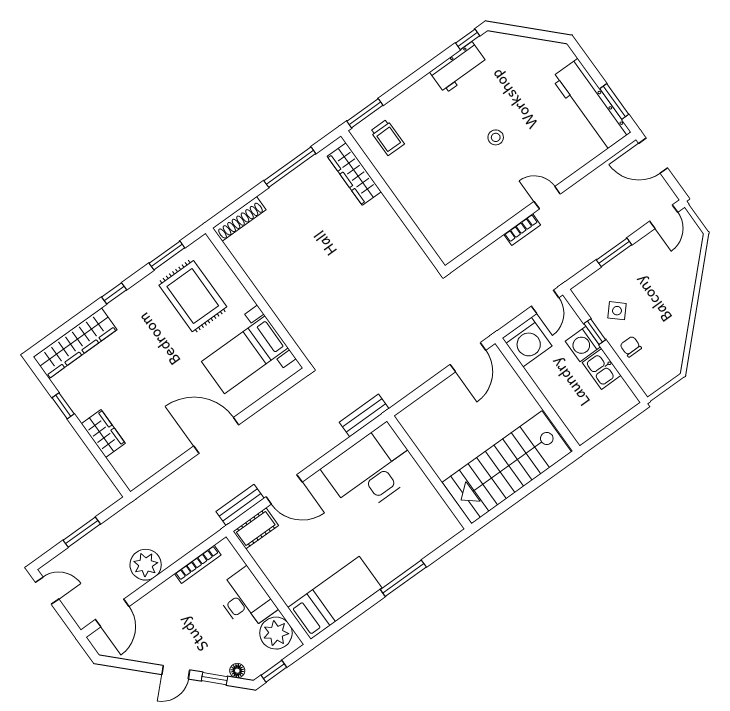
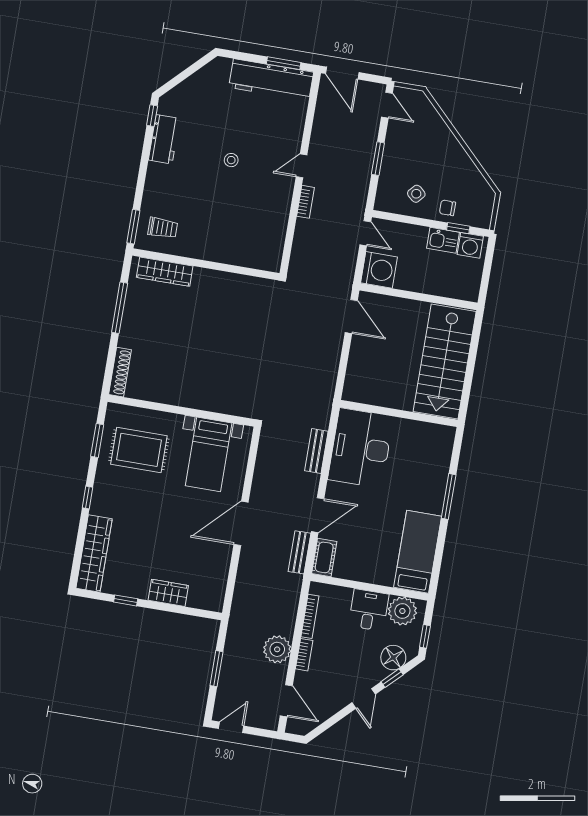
door: (653, 156) -> (342, 73), hinge flipped
window: (595, 332) -> (458, 228), moved
washing machine: (583, 344) -> (470, 245), moved
bench: (364, 415) -> (316, 451), moved
bookcase: (163, 590) -> (304, 655), added
desk: (245, 600) -> (369, 610), width x0.73
floor lamp: (237, 671) -> (393, 658), width x1.89, depth x1.89

